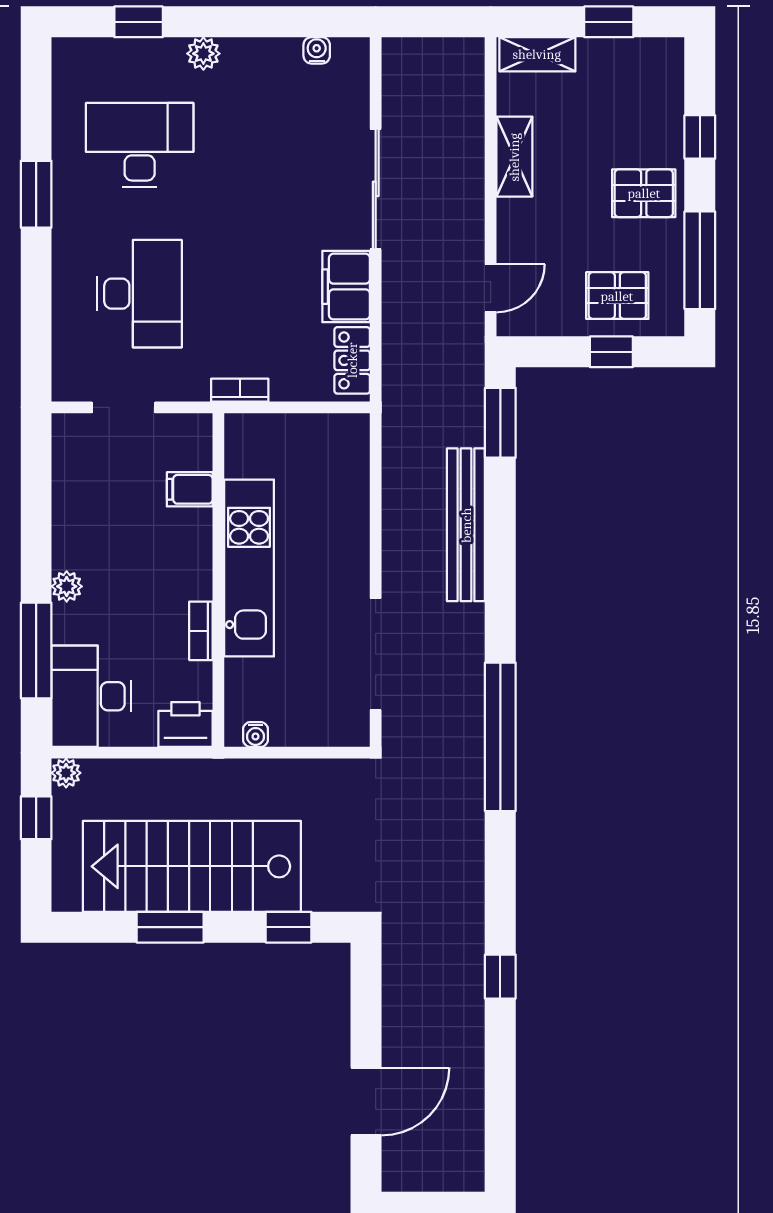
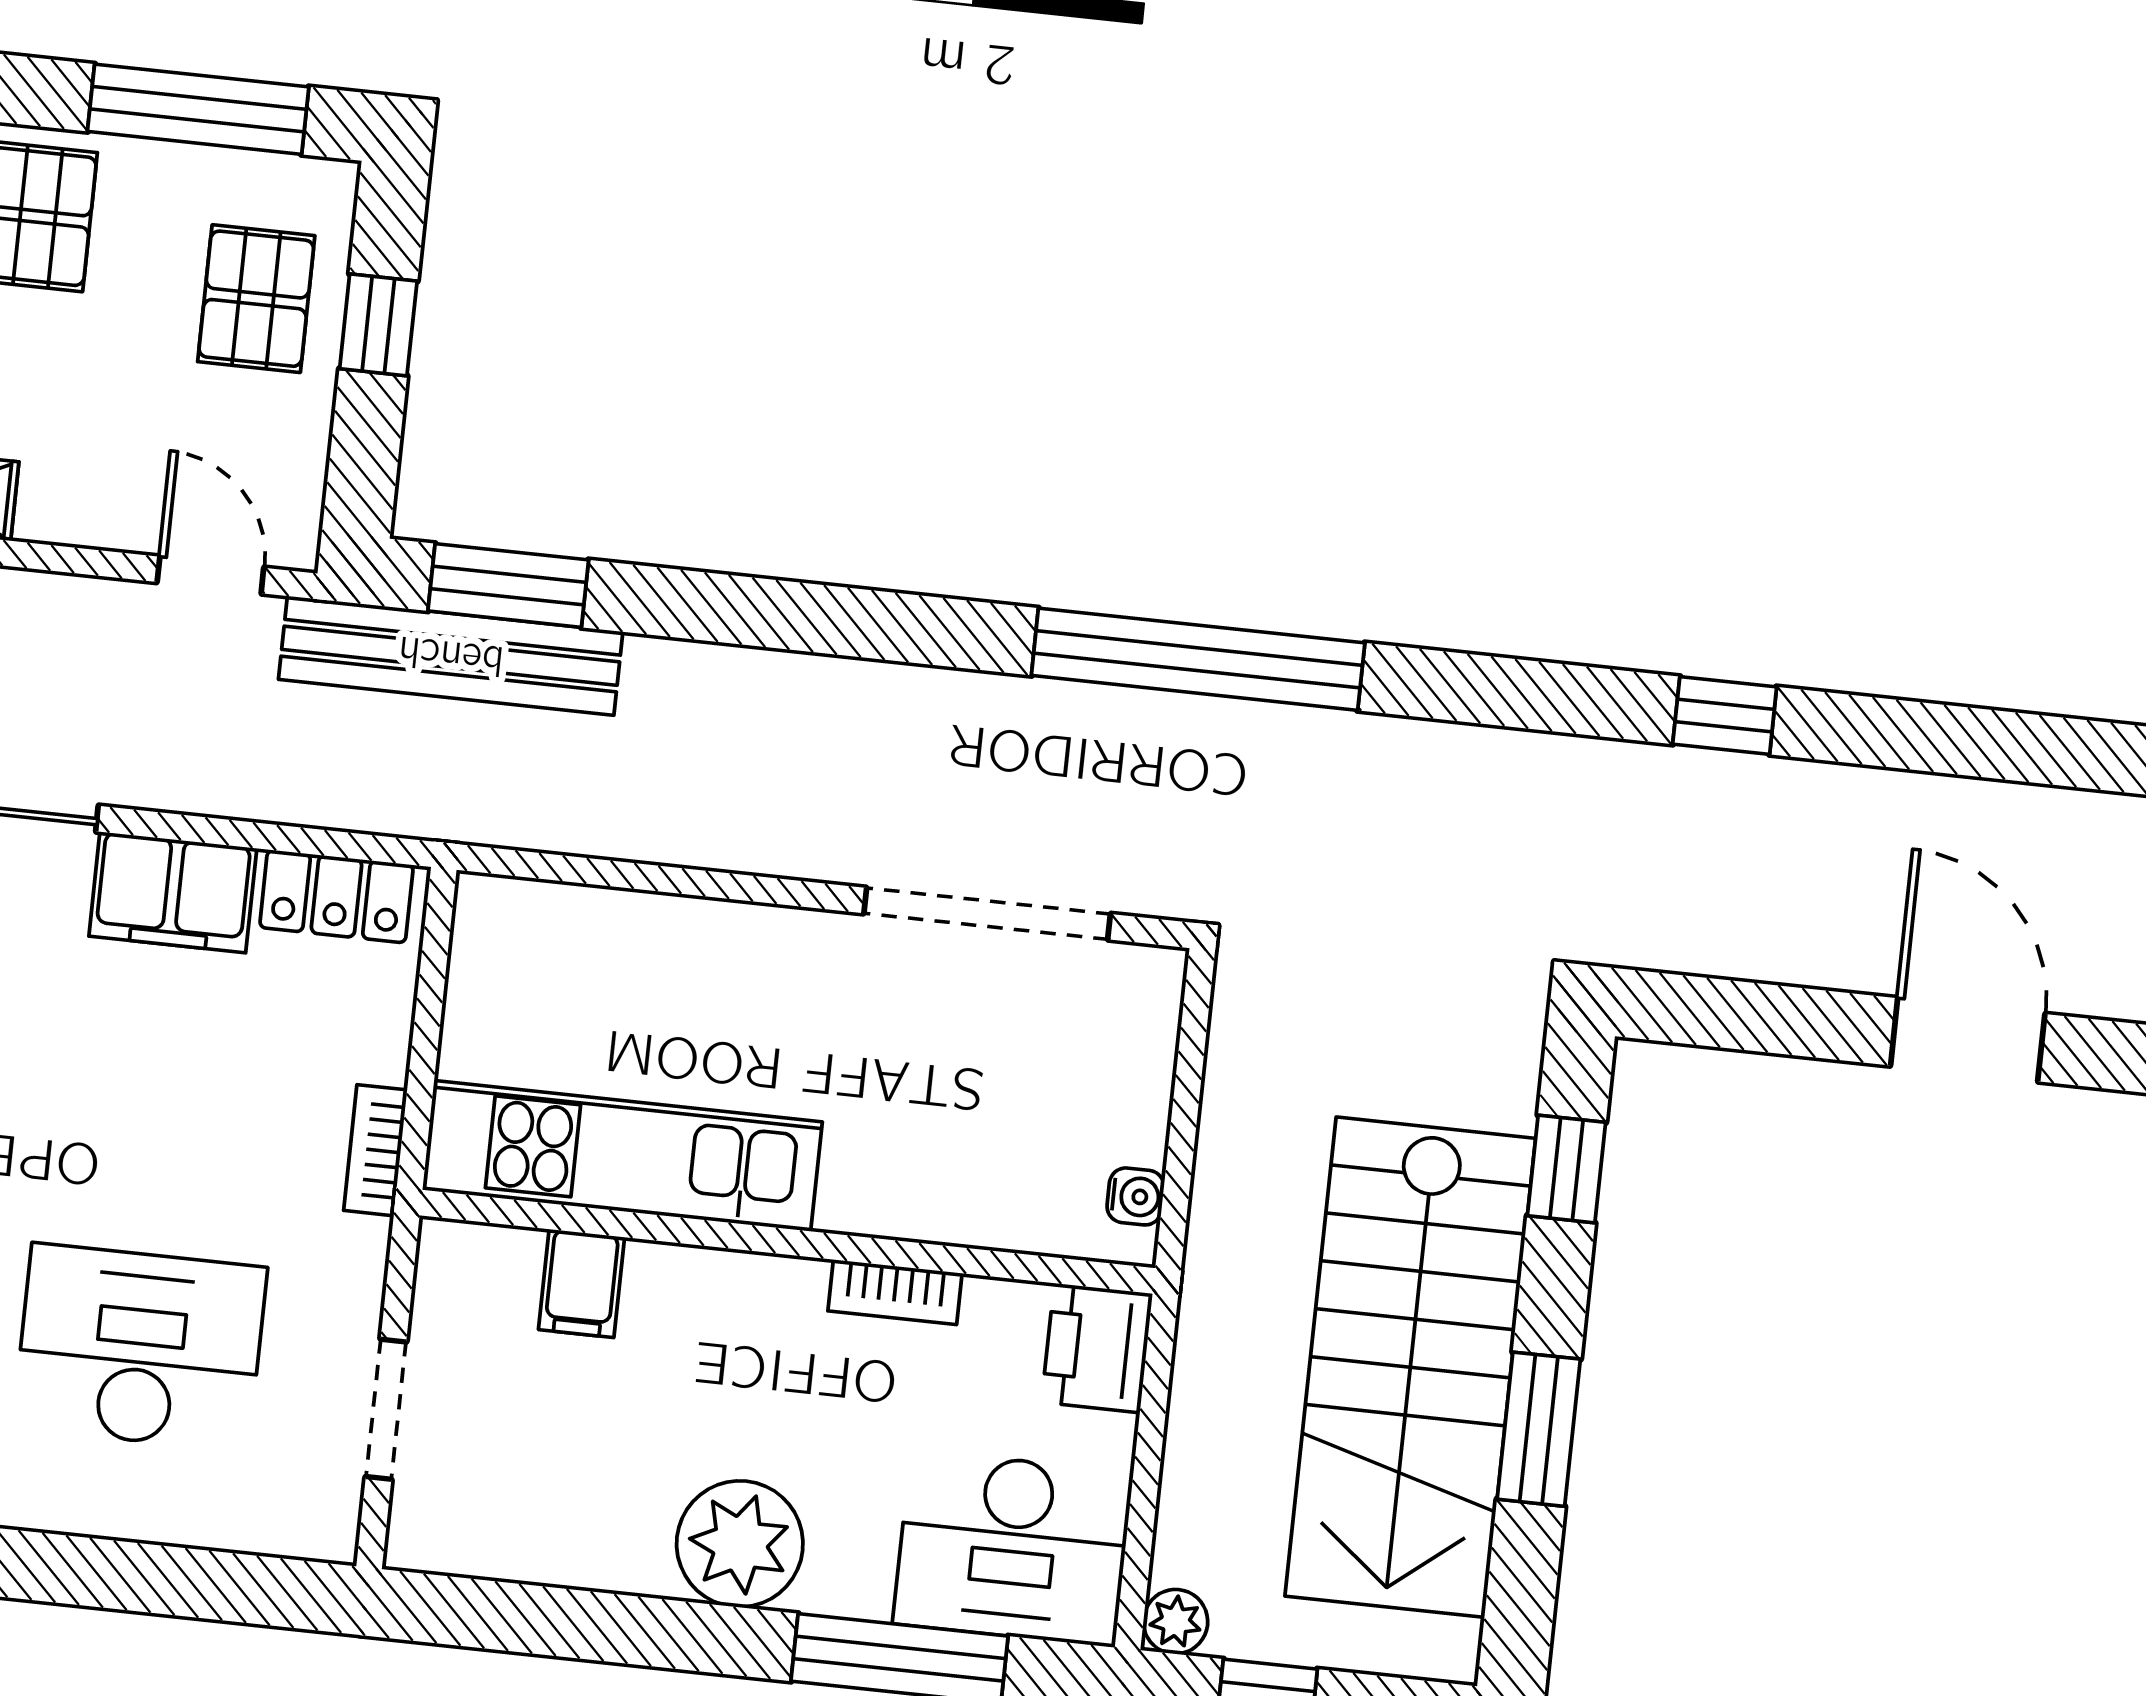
bench: (466, 525) -> (451, 656), moved
kitchen unit: (249, 568) -> (622, 1156), moved
plant: (67, 586) -> (740, 1544), width x1.88, depth x1.88

